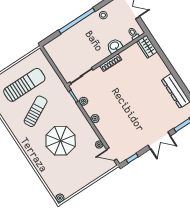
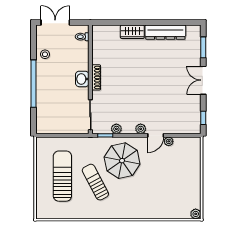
washbasin: (114, 46) -> (82, 79), moved
wardrobe: (147, 47) -> (132, 32), moved
parasol: (61, 141) -> (122, 161), moved
double door: (159, 141) -> (203, 80), swing flipped
door: (112, 154) -> (156, 135), moved

